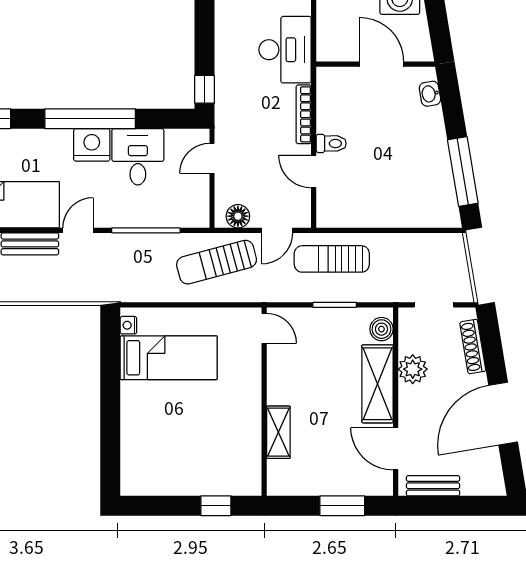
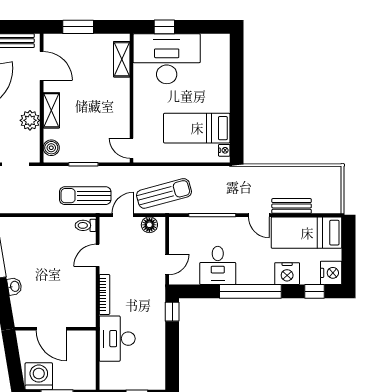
washbasin: (430, 94) -> (14, 286), moved
toilet: (331, 143) -> (86, 225), moved
nightstand: (92, 145) -> (287, 274), moved
door: (314, 172) -> (98, 255), swing flipped
door: (78, 230) -> (259, 215), hinge flipped
sun lounger: (332, 259) -> (85, 196), turned 180
shelving: (378, 384) -> (51, 110), width x0.67, depth x0.75
shelving: (278, 432) -> (122, 59), moved
desk: (213, 459) -> (167, 59), added

